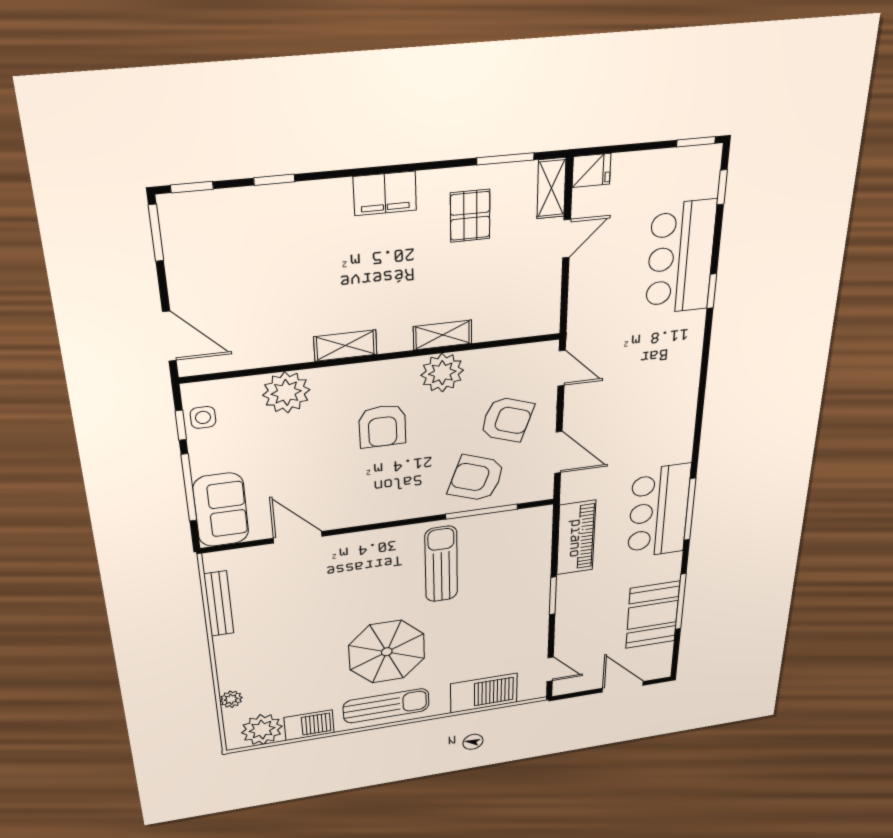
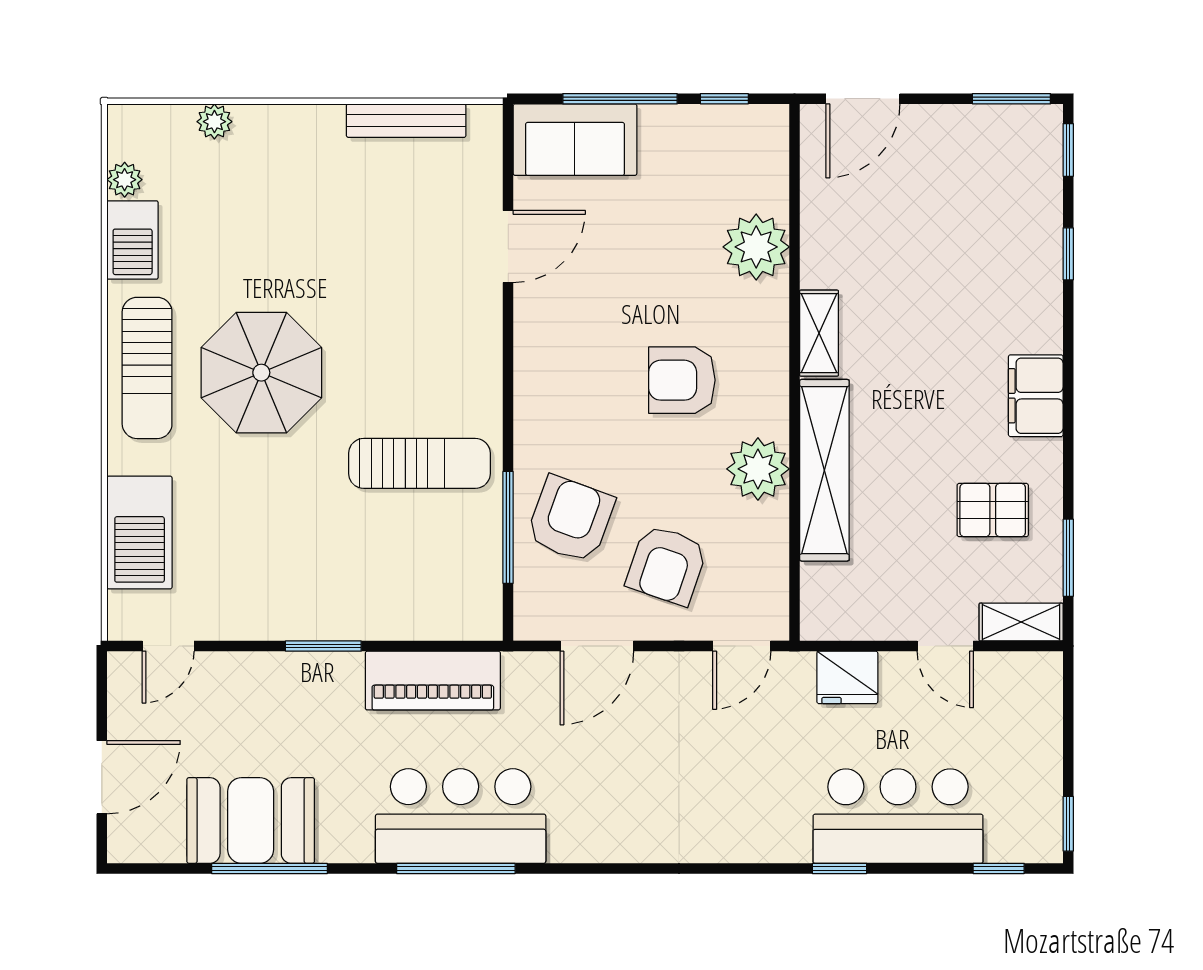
fridge: (591, 170) -> (847, 677), moved, width x1.38
shelving: (443, 335) -> (824, 470), width x2.20, depth x1.33
side table: (203, 417) -> (732, 130), removed
plant: (262, 730) -> (125, 180), width x0.53, depth x0.53

